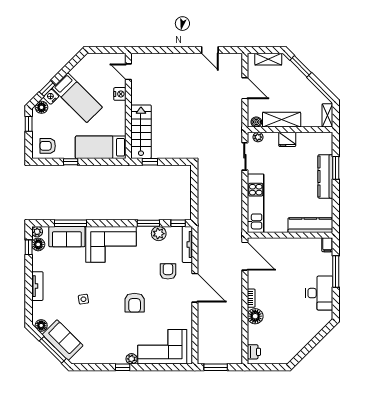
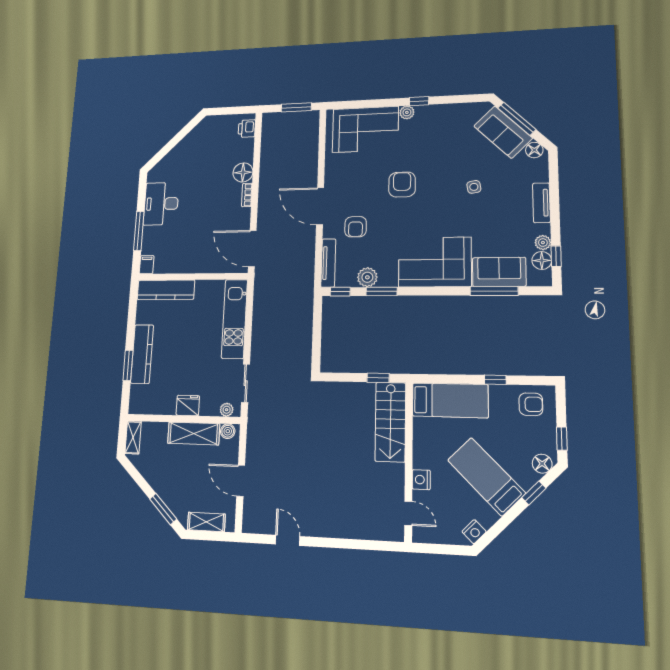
nightstand: (51, 97) -> (474, 532), moved
plant: (37, 232) -> (543, 243), moved

